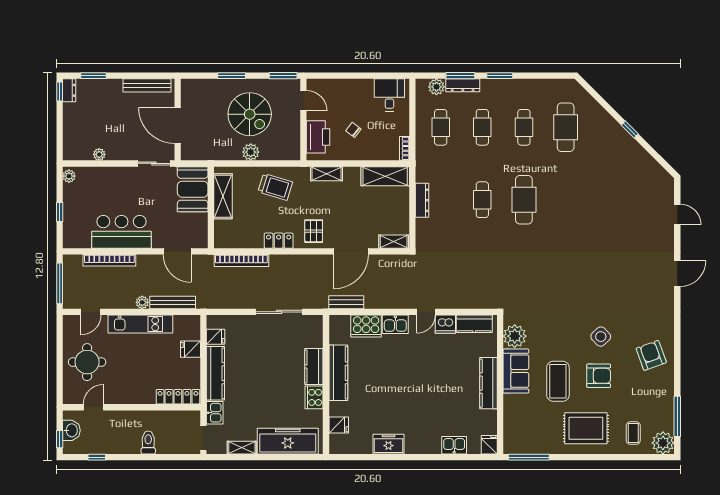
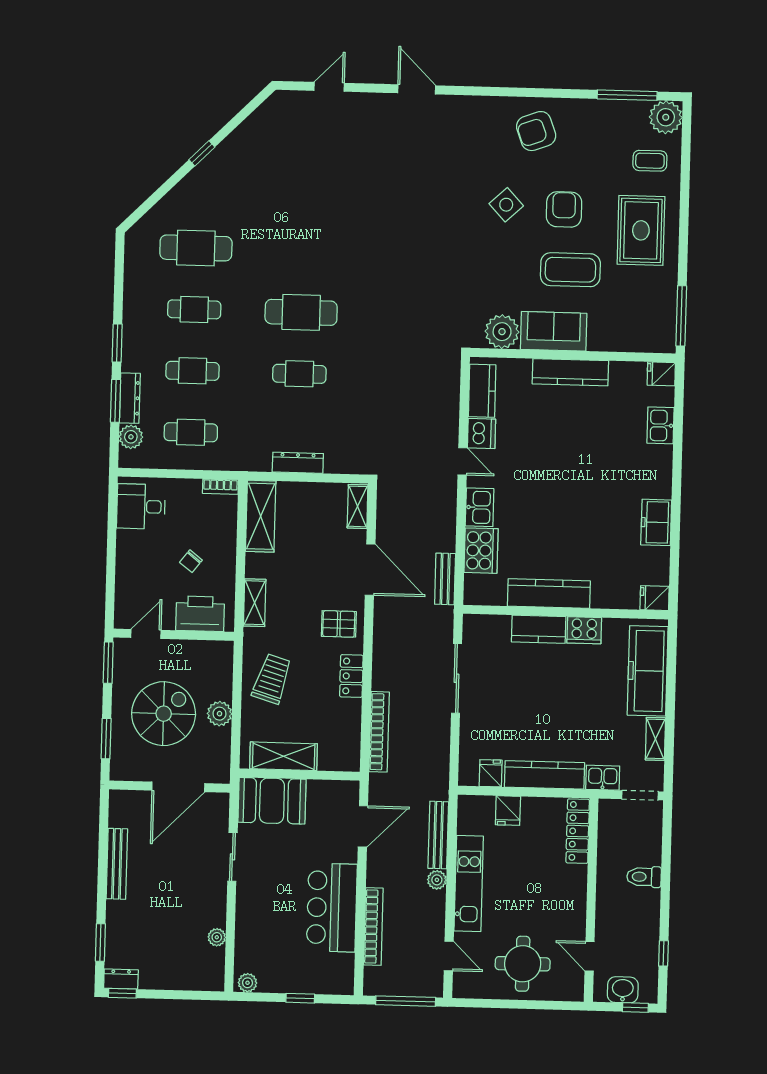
wall: (178, 120) -> (170, 787), moved
door: (178, 126) -> (178, 787), moved
fridge: (339, 425) -> (655, 598), moved, turned -90

